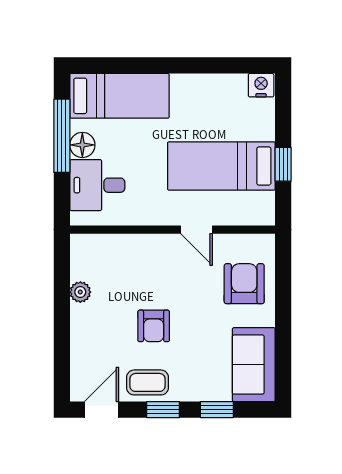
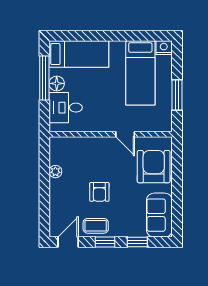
window: (283, 164) -> (177, 95), width x1.50
bed: (221, 166) -> (140, 73), moved, turned -90
armchair: (244, 284) -> (154, 167), width x1.36, depth x1.36

